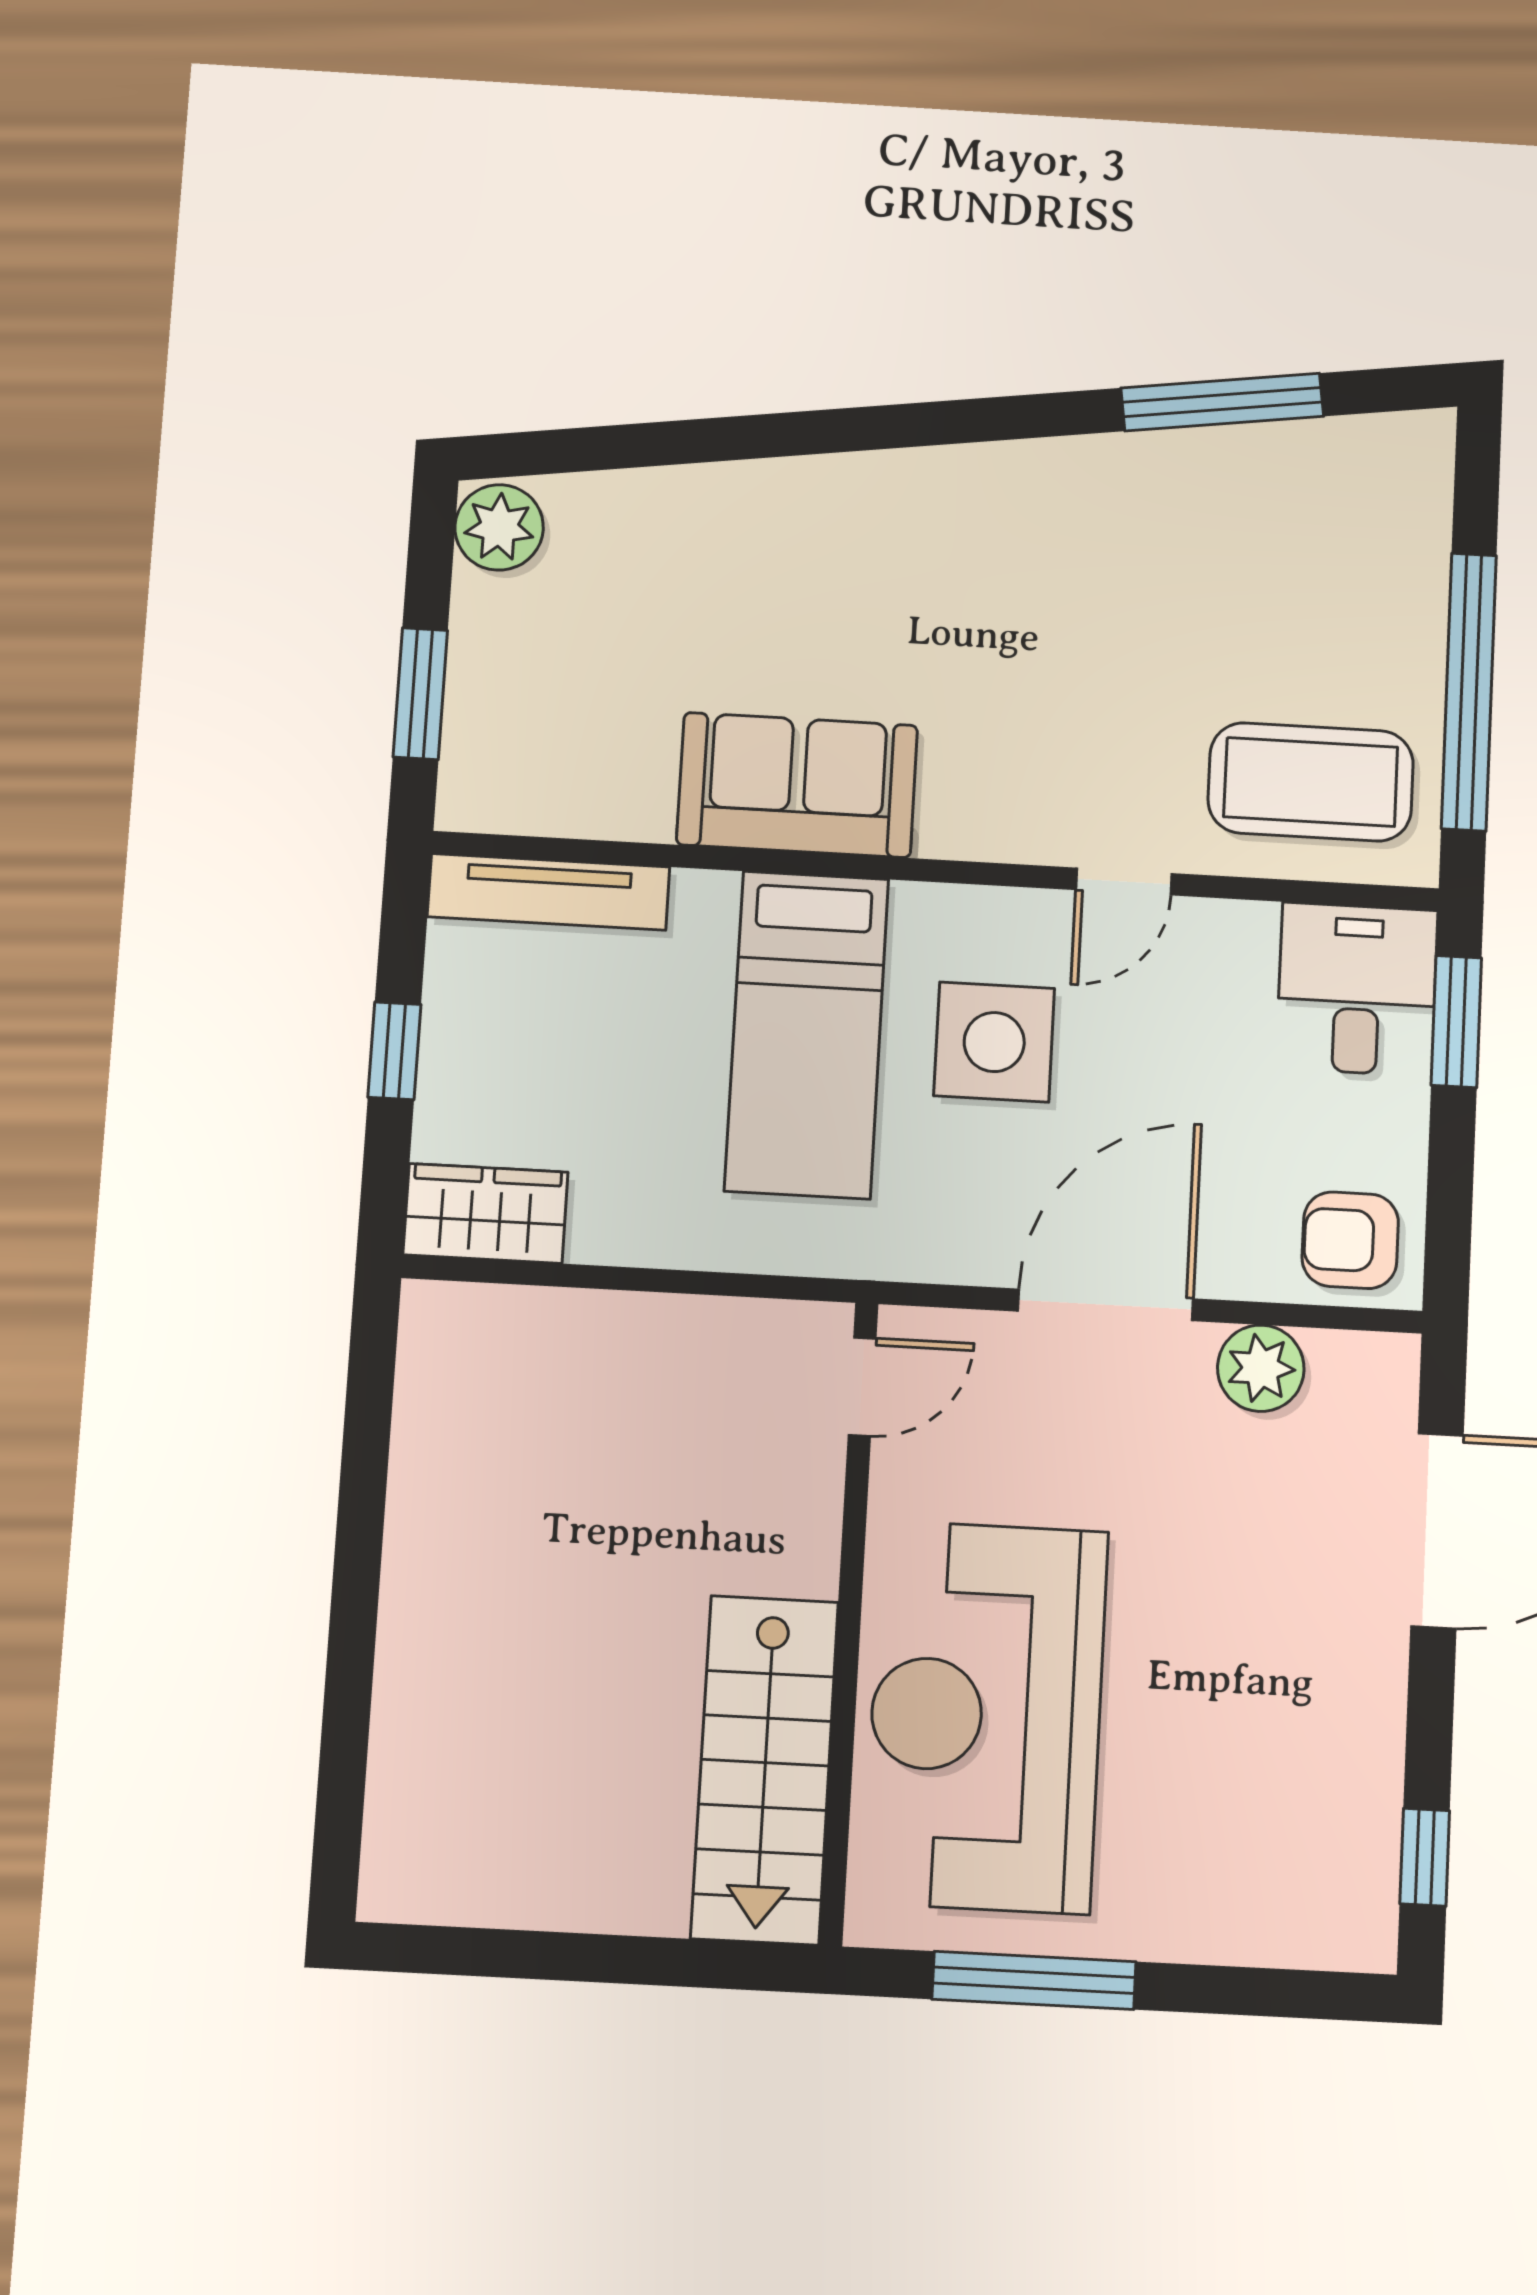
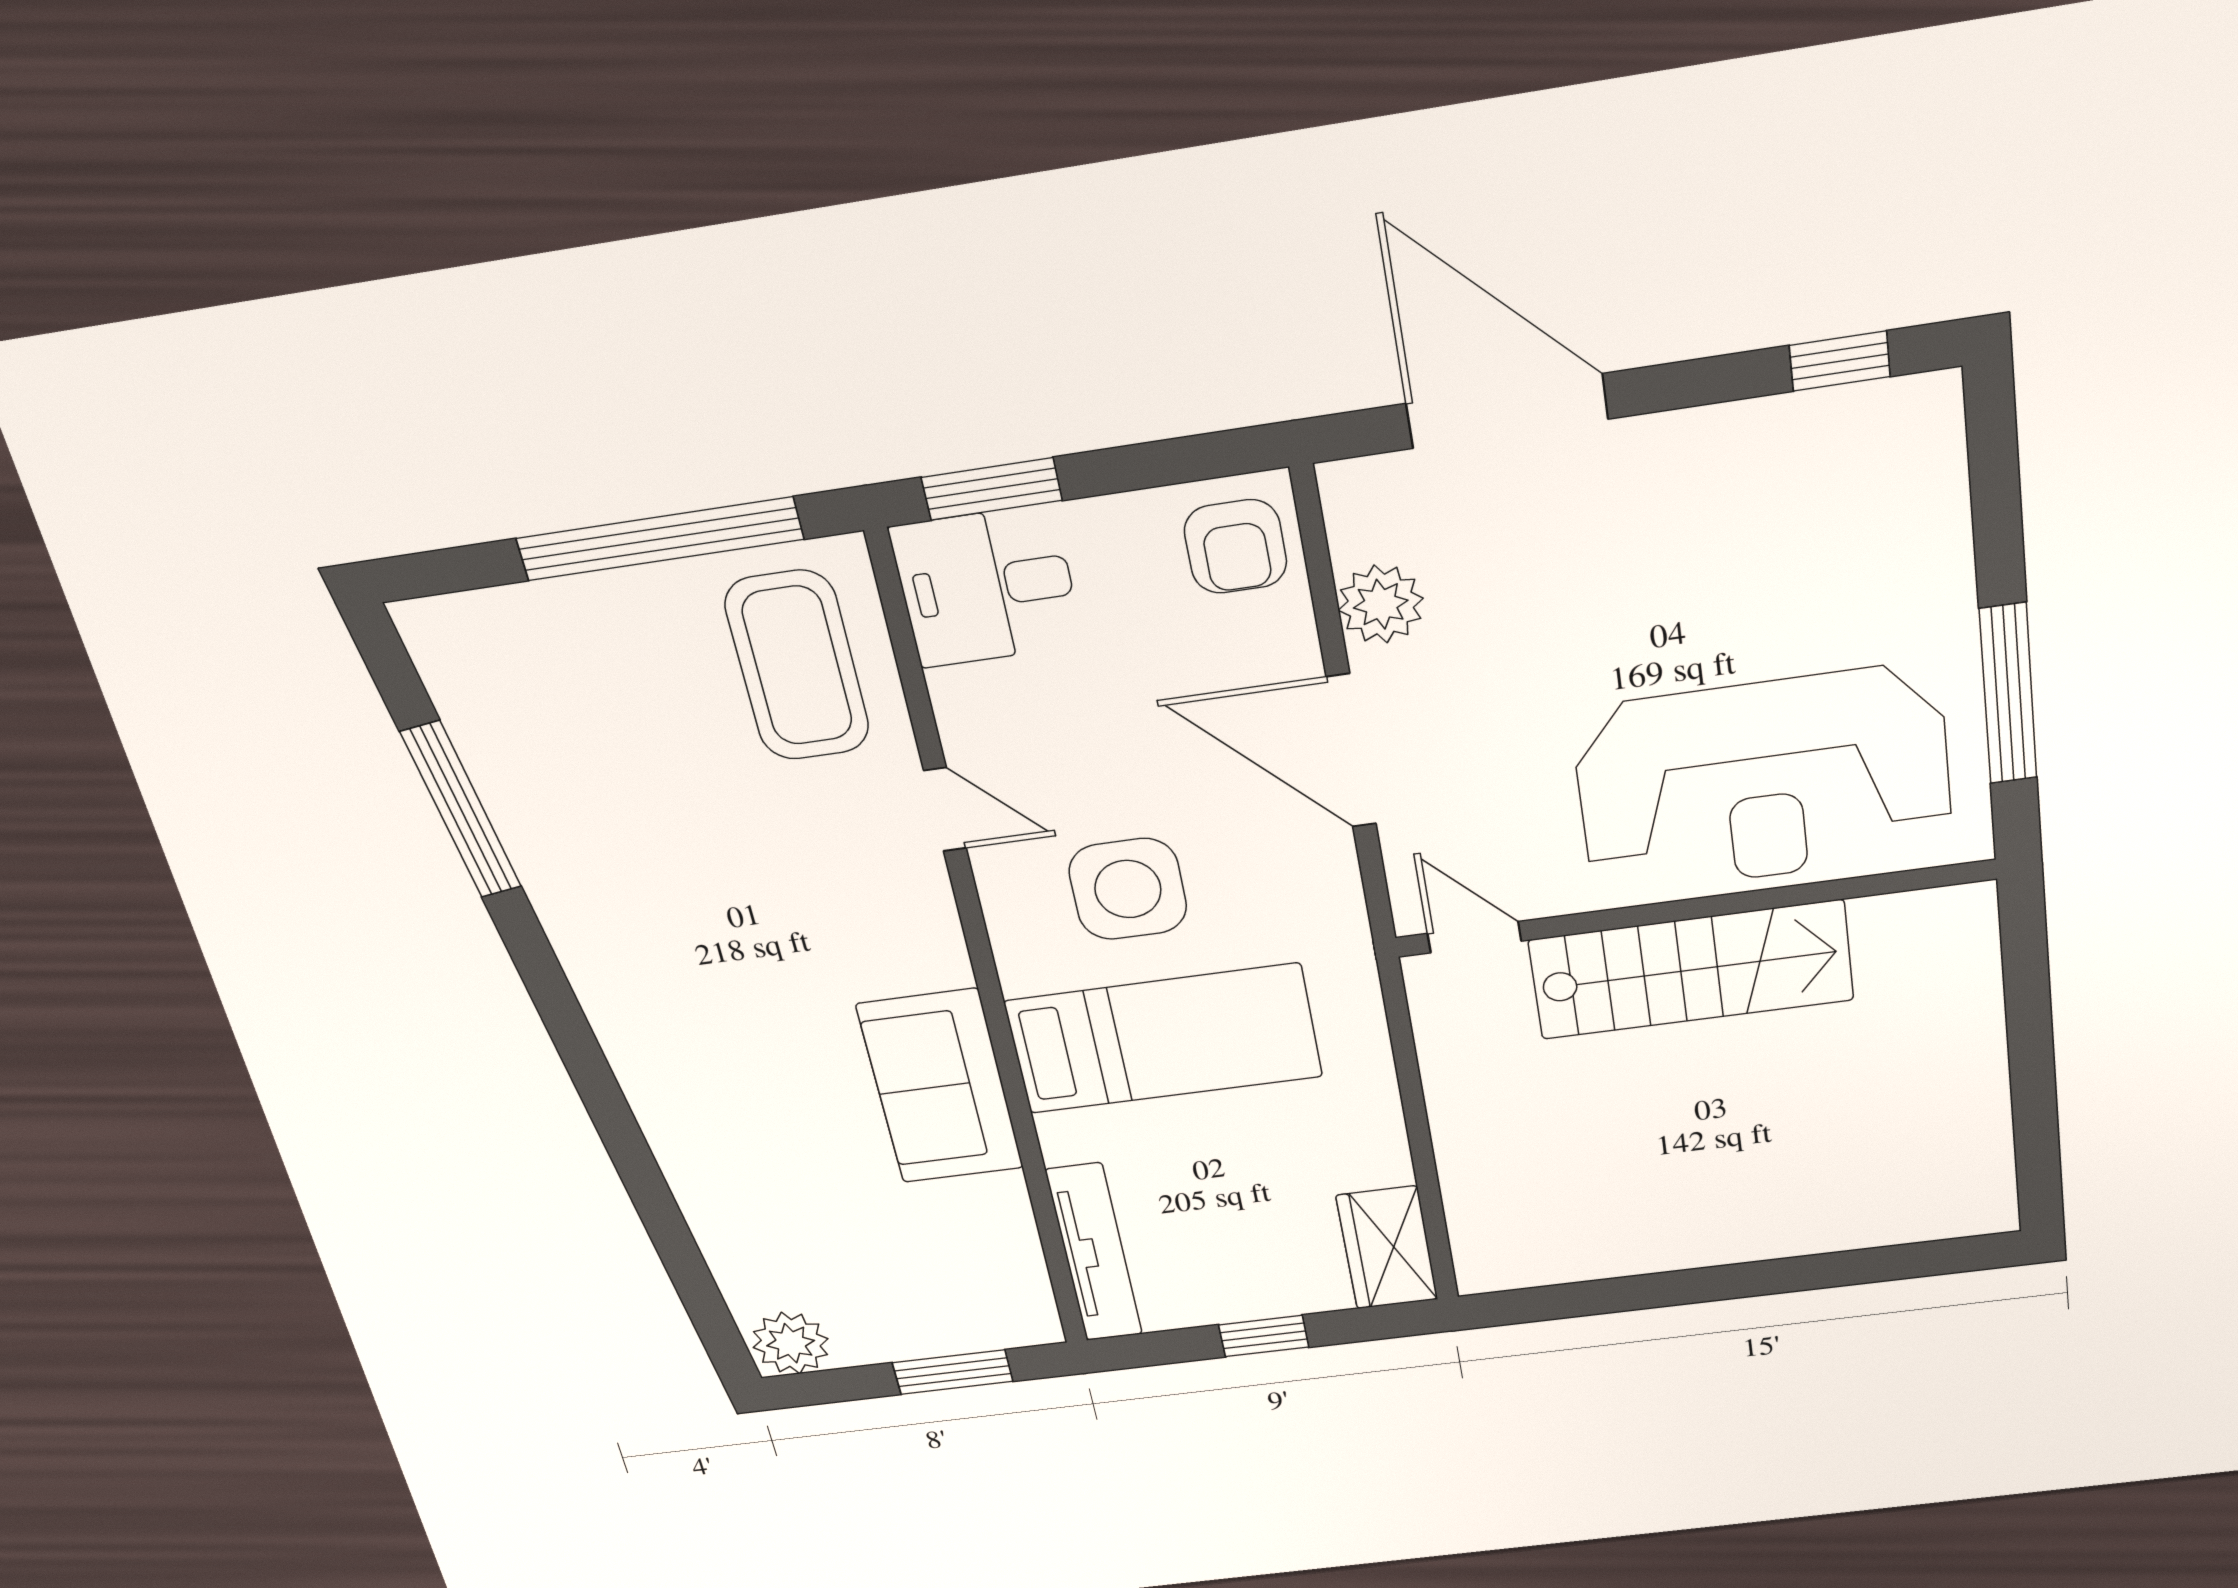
stairs: (765, 1770) -> (1691, 970), moved

